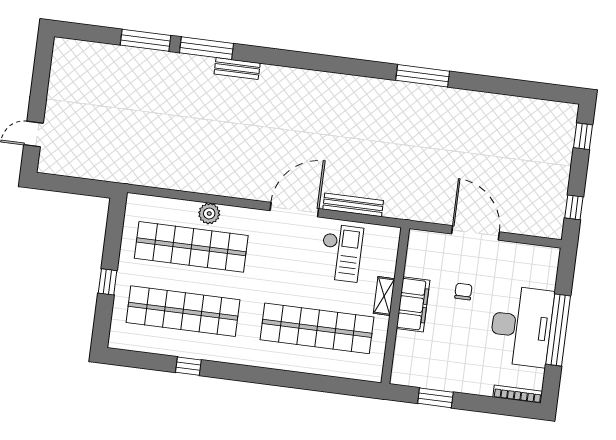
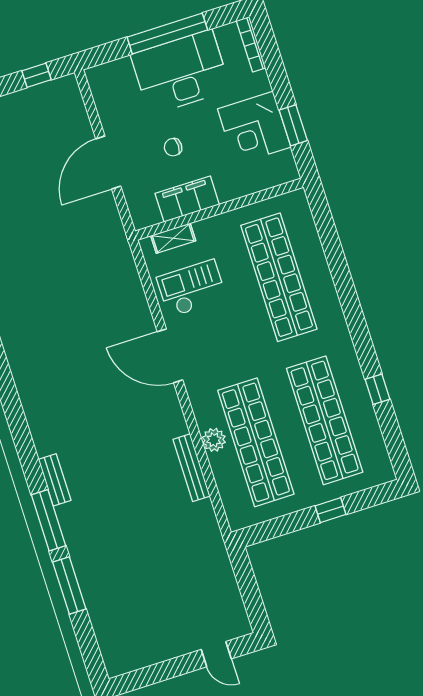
bench: (353, 205) -> (191, 468), moved
shelving: (384, 296) -> (173, 238), moved
filing cabinet: (413, 304) -> (187, 199), moved
corner desk: (448, 365) -> (254, 128), added

